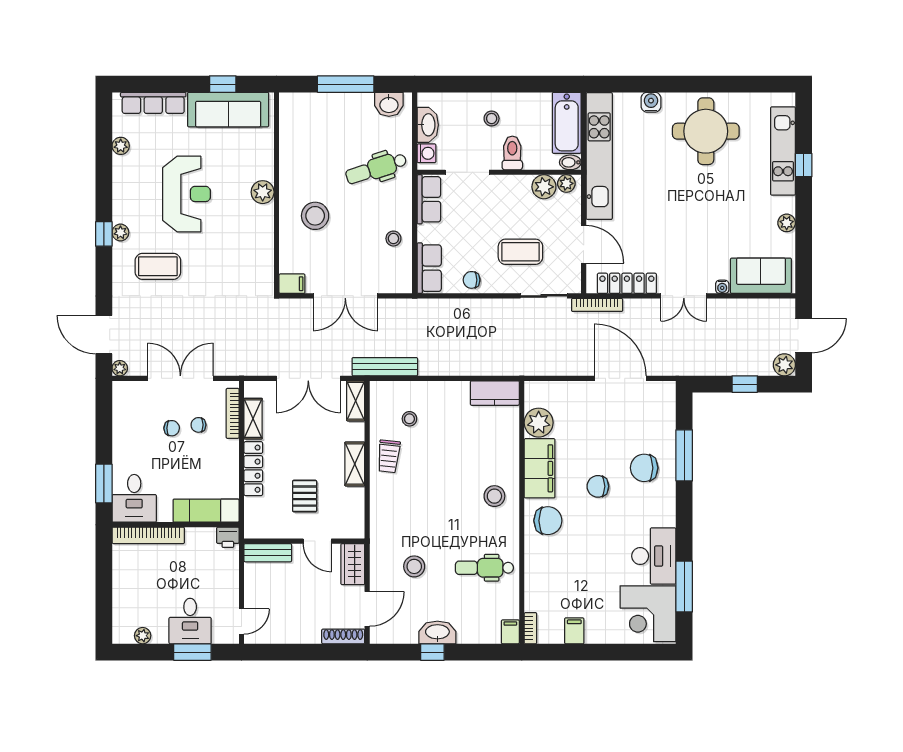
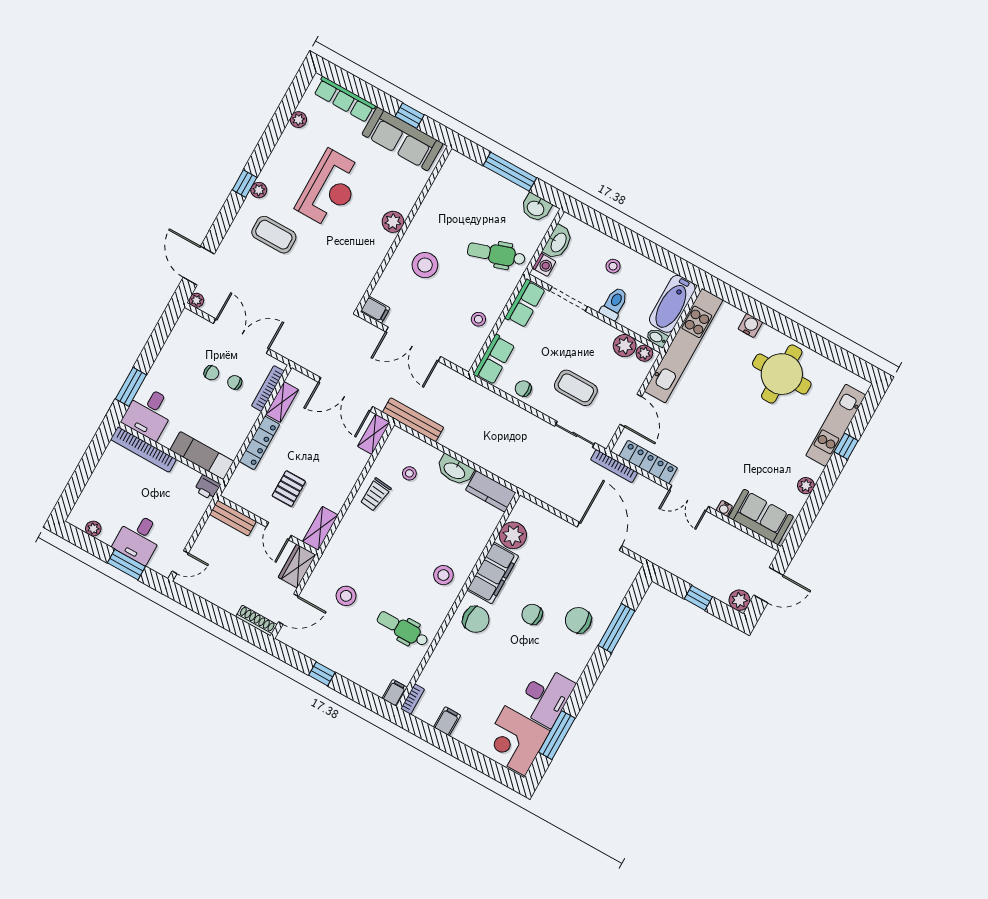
shelving: (355, 464) -> (320, 528), moved
washbasin: (437, 632) -> (455, 470), moved, turned 180

